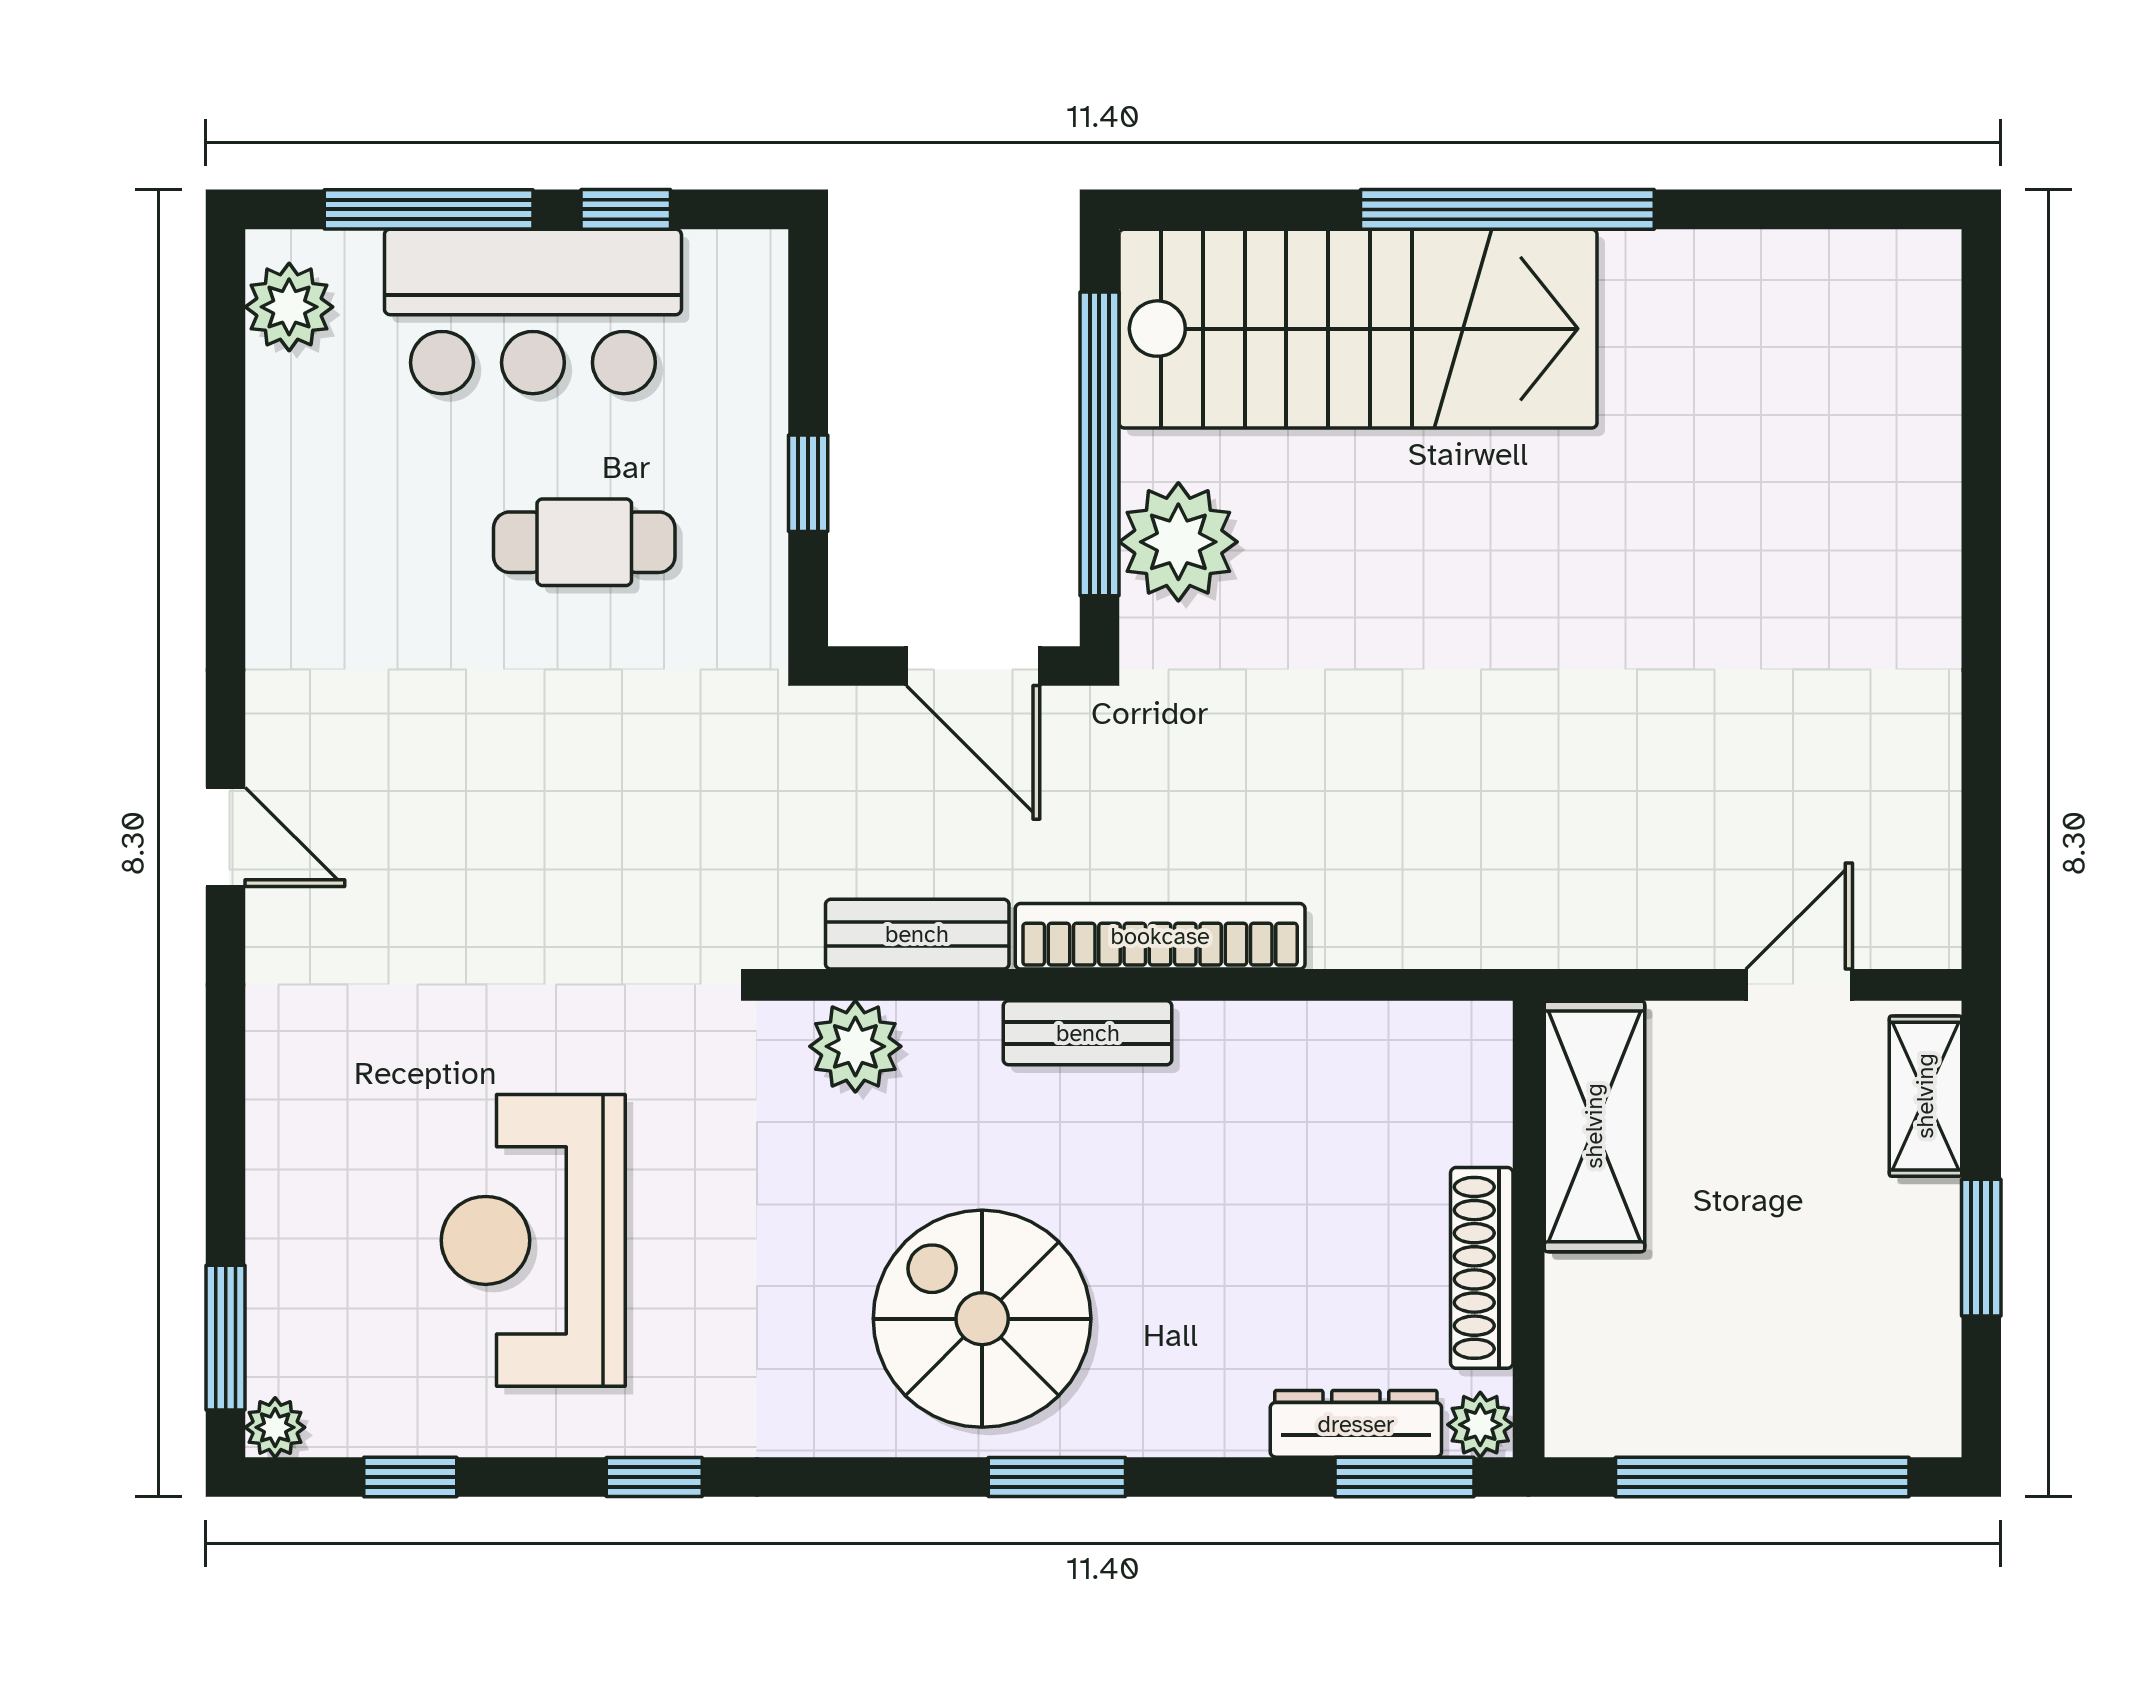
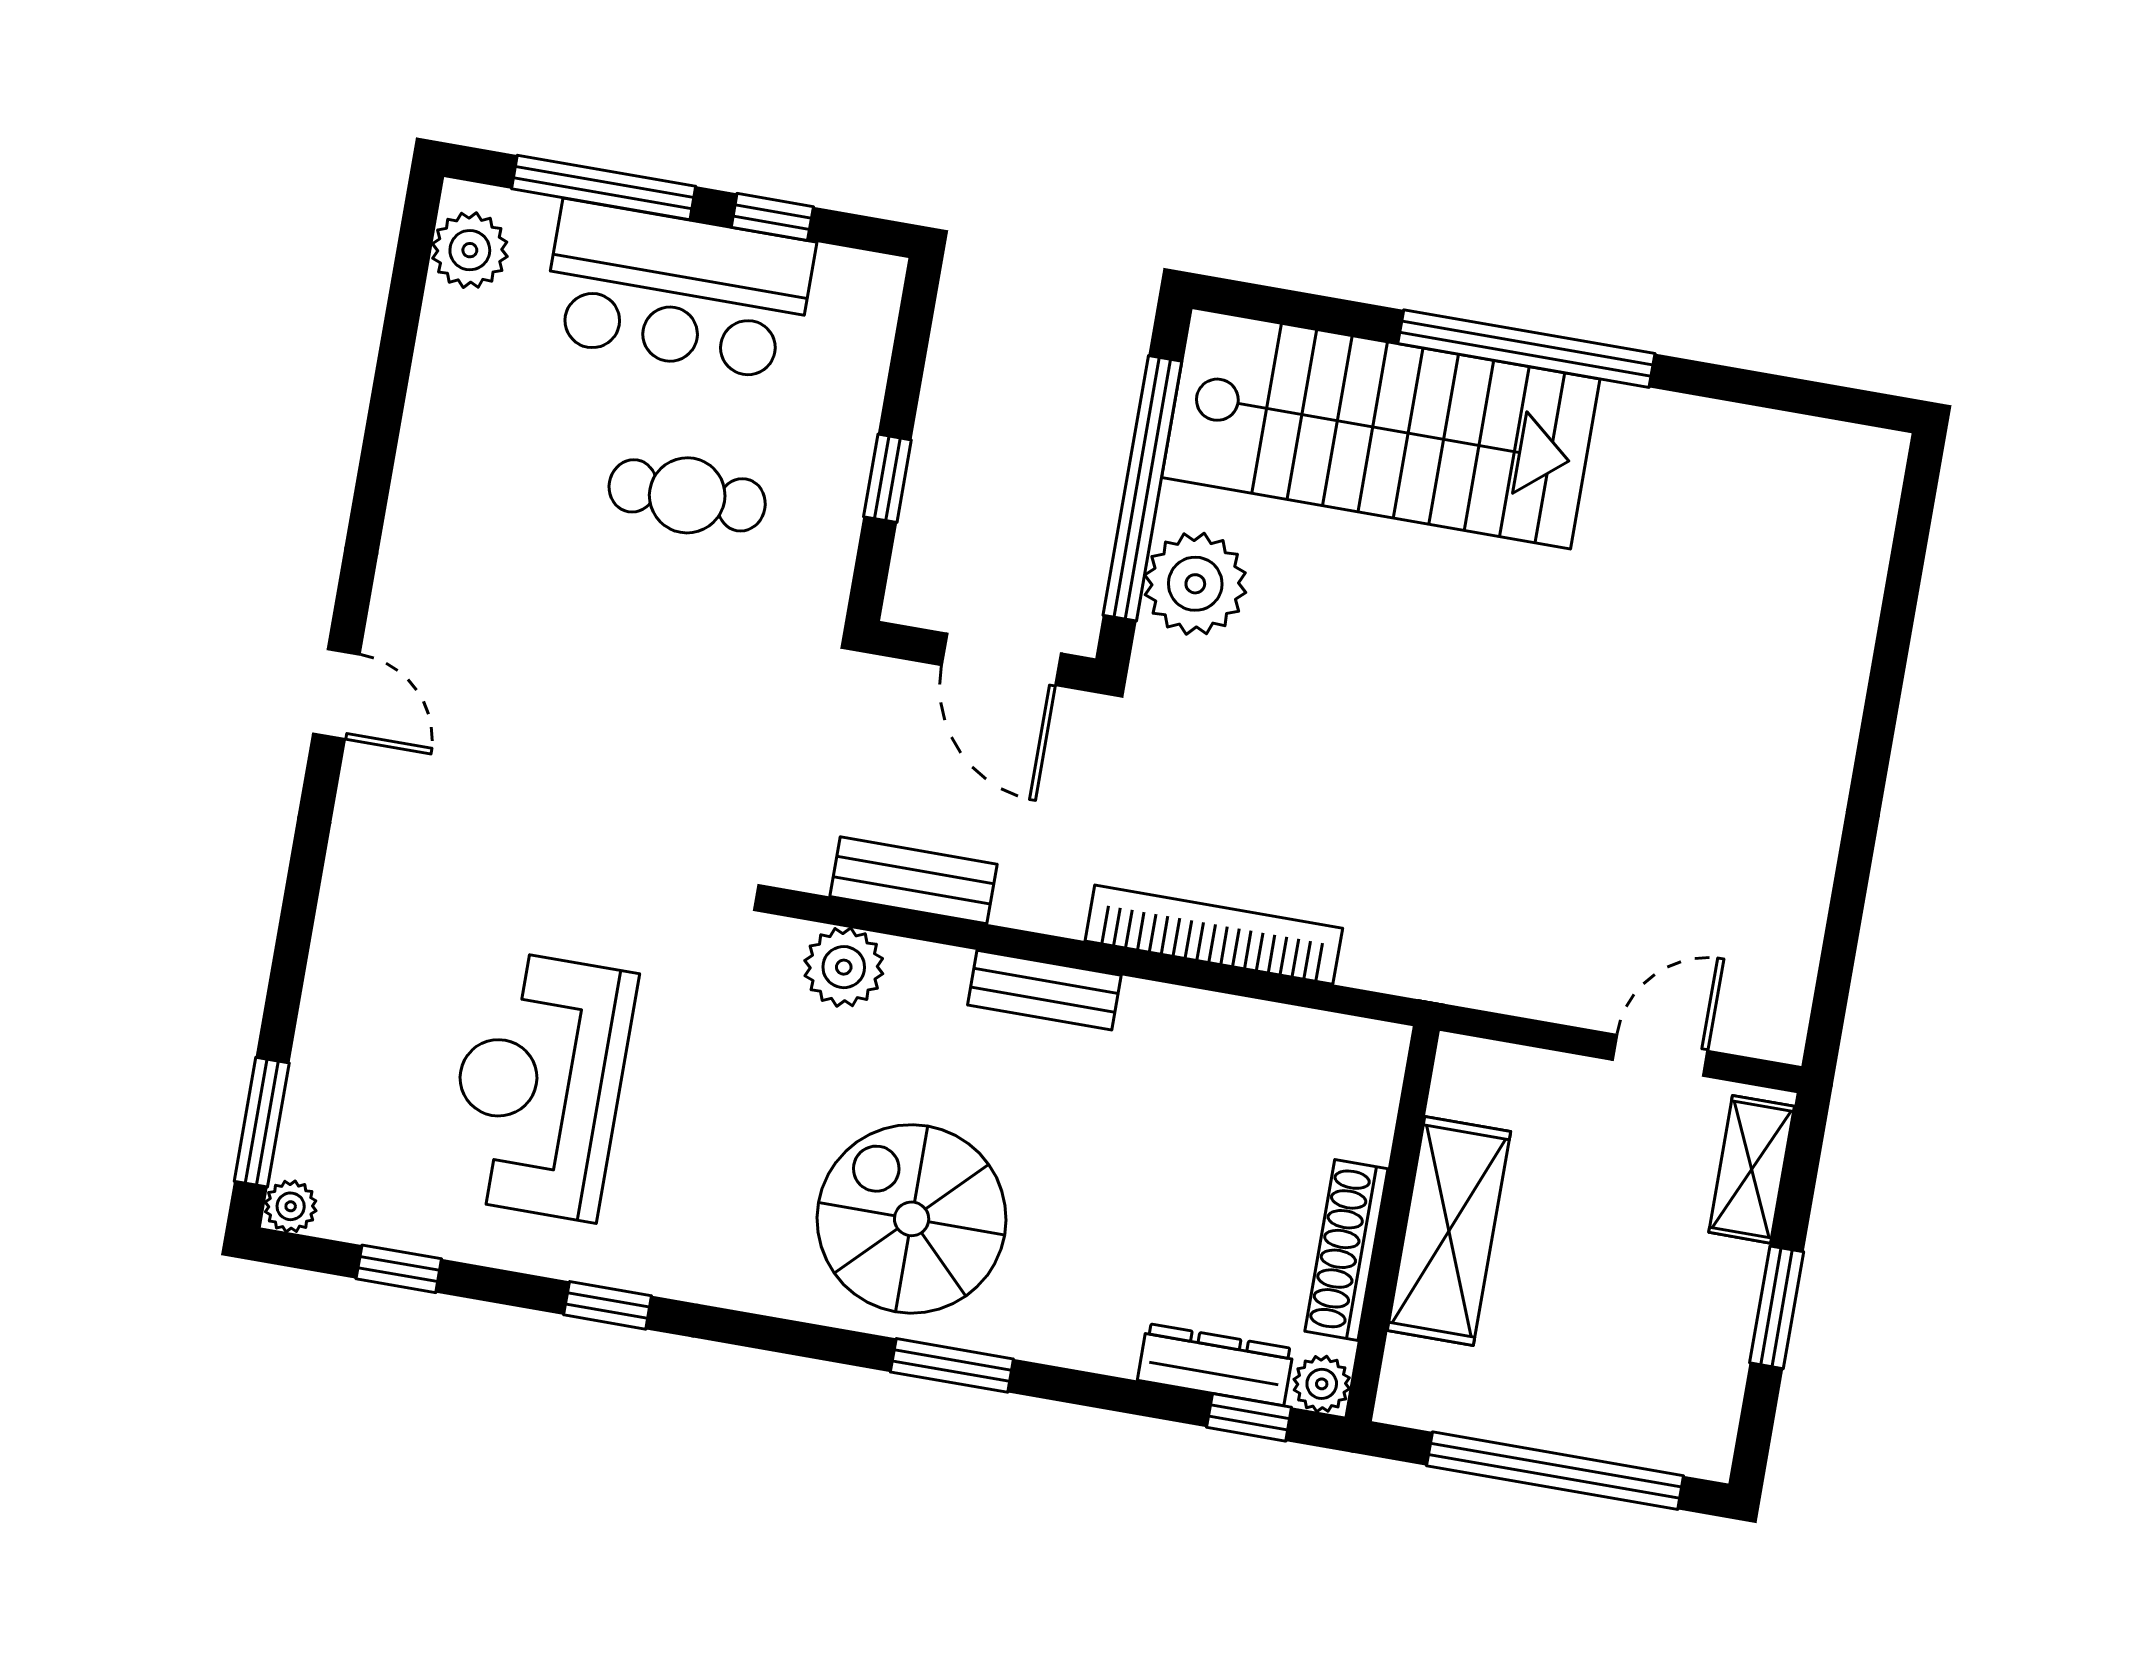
bookcase: (1160, 936) -> (1214, 935), moved
shelving: (1594, 1126) -> (1449, 1231), moved
window: (1404, 1477) -> (1249, 1417), width x0.67

